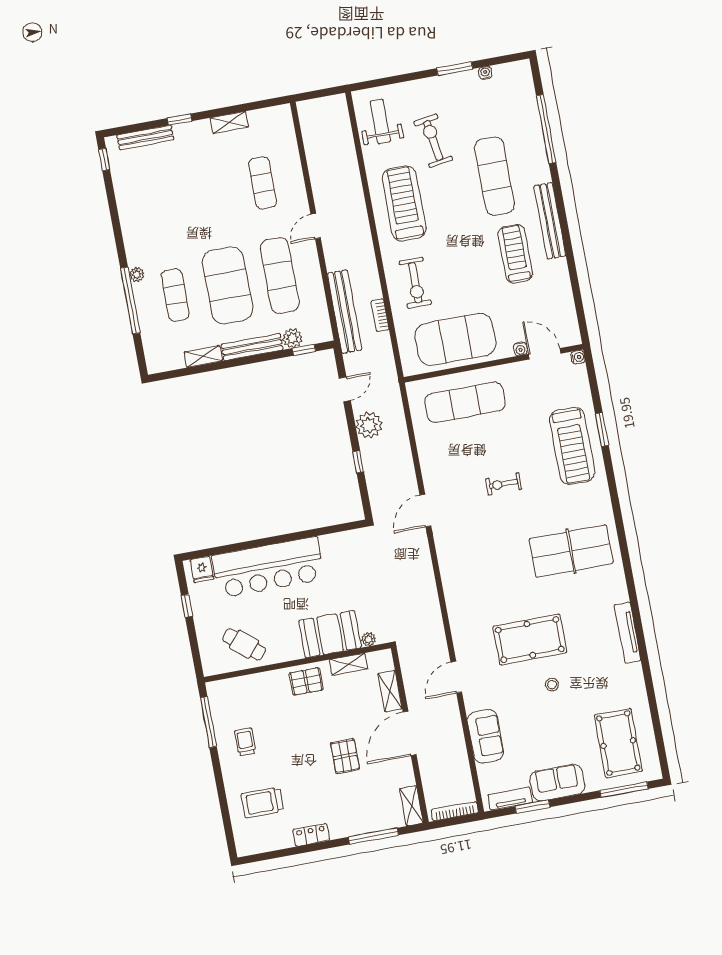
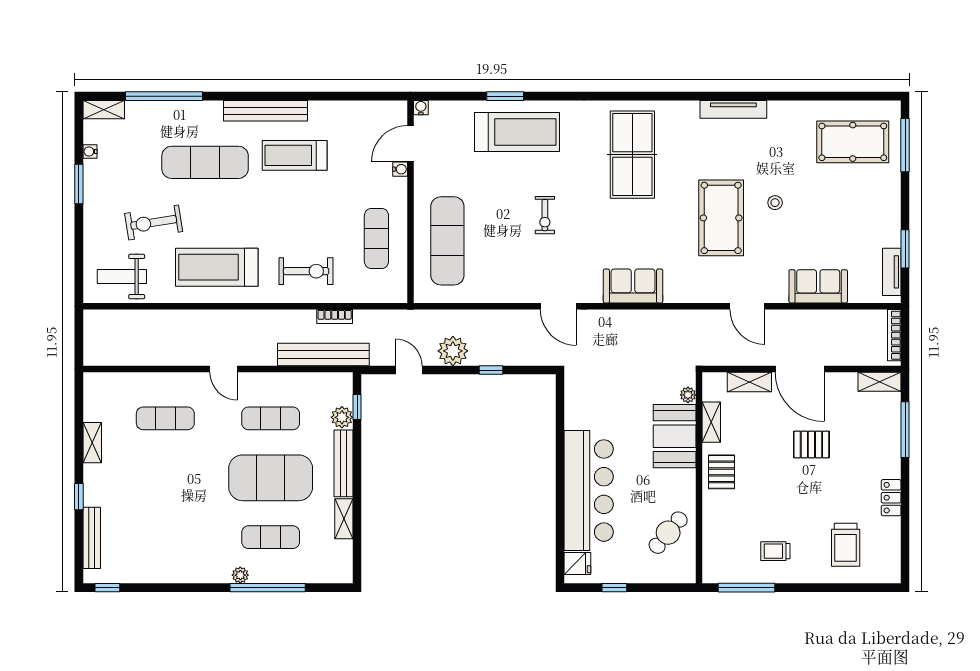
shelving: (524, 78) -> (104, 110), added
exercise mat: (280, 276) -> (271, 418), width x0.73, depth x0.69
exercise mat: (455, 339) -> (376, 239), width x0.50, depth x0.69
sofa: (557, 783) -> (633, 286), moved, turned 90

